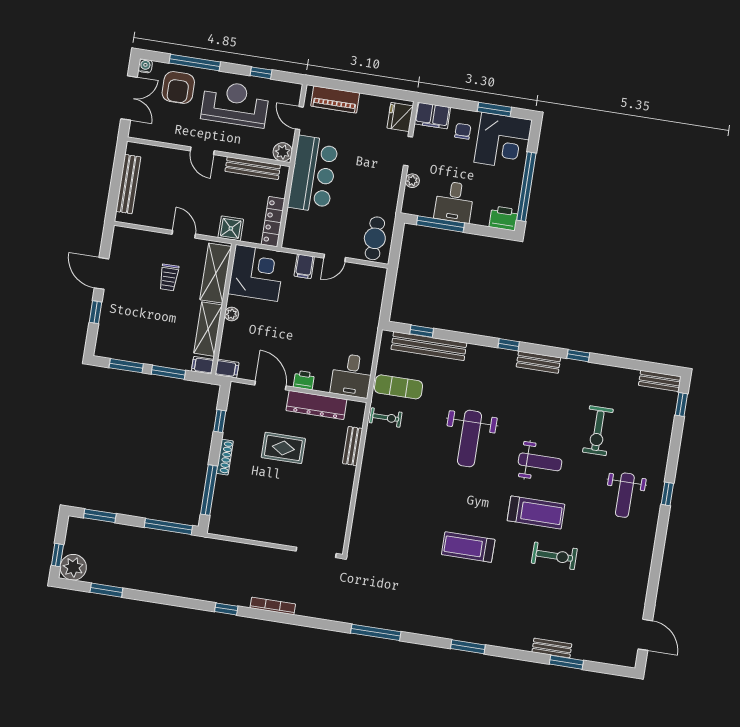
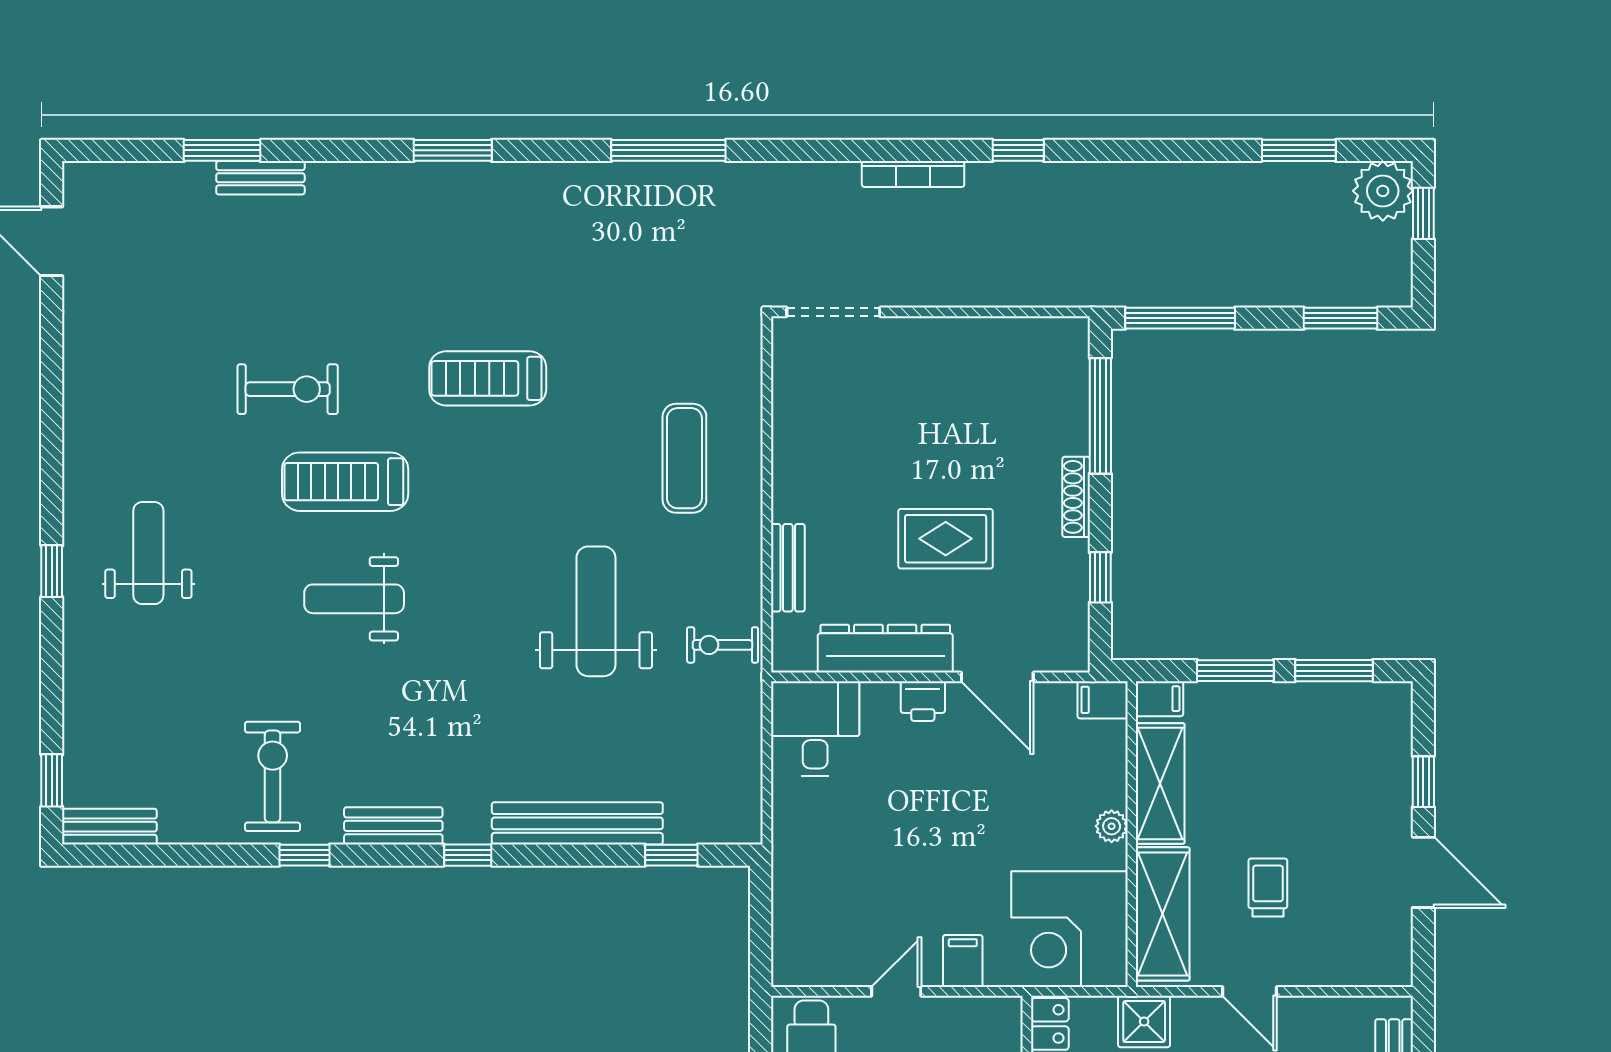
bench: (429, 346) -> (577, 823), moved
exercise mat: (399, 387) -> (684, 458), moved, turned 90
exercise bike: (598, 431) -> (273, 776), moved
weight bench: (470, 439) -> (596, 611), moved
treadmill: (468, 547) -> (488, 378), turned 180
exercise bike: (554, 556) -> (288, 389), turned 180

